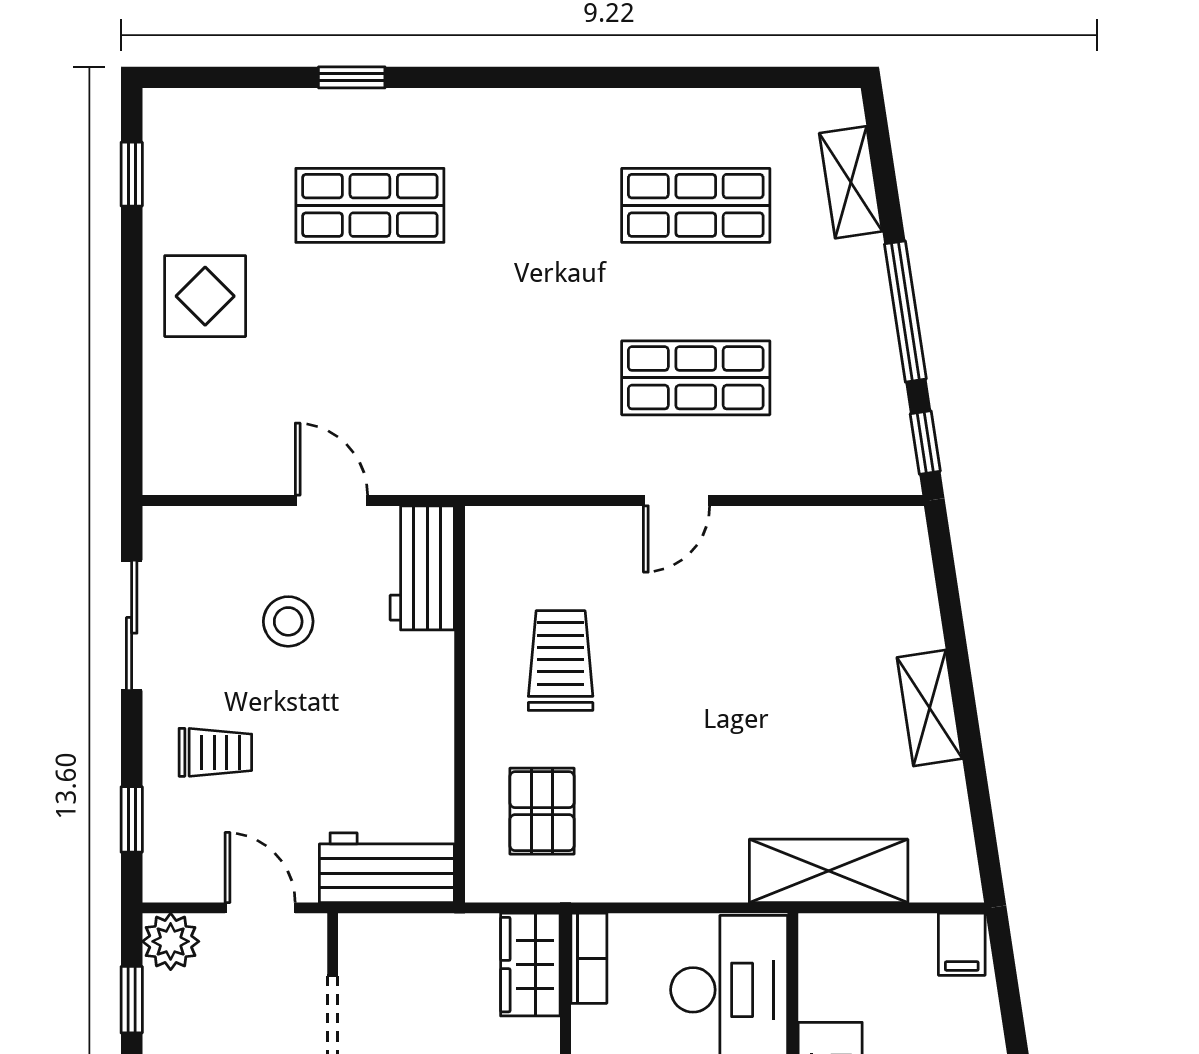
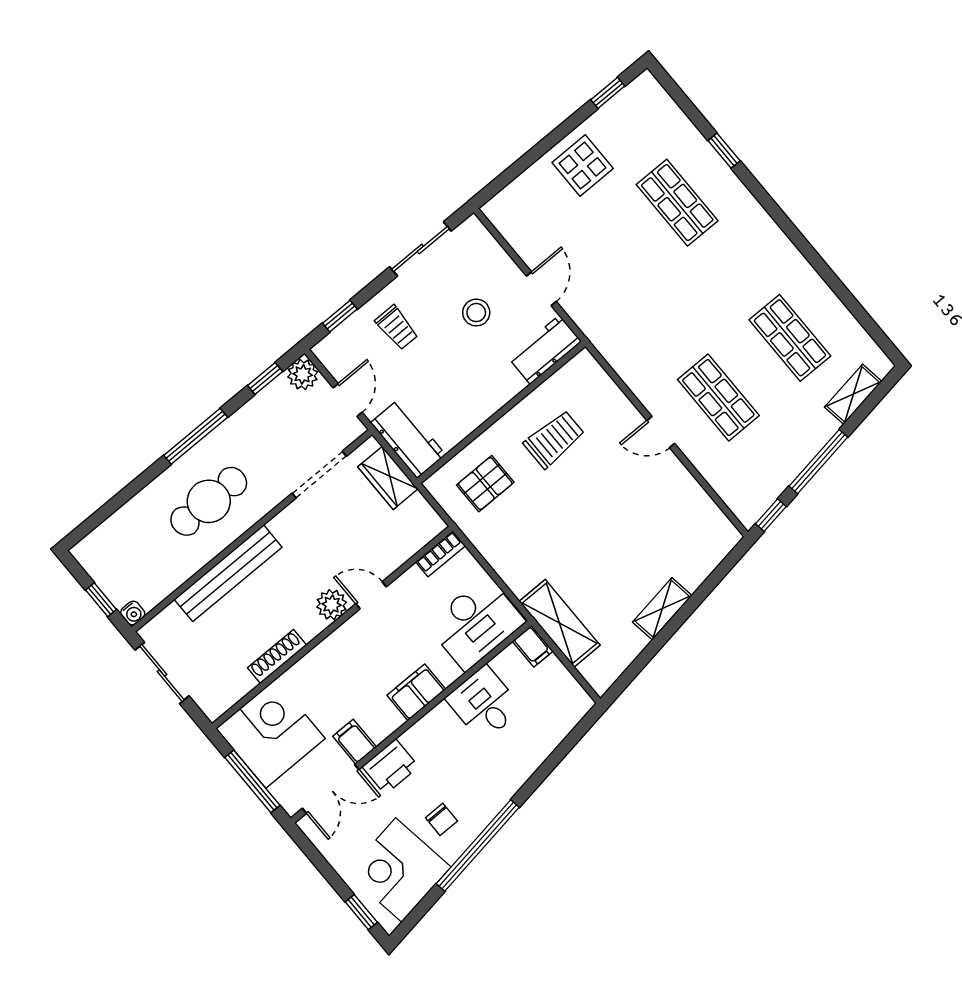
filing cabinet: (962, 944) -> (533, 646), moved, turned -90
wardrobe: (530, 965) -> (388, 478), moved, turned -90

